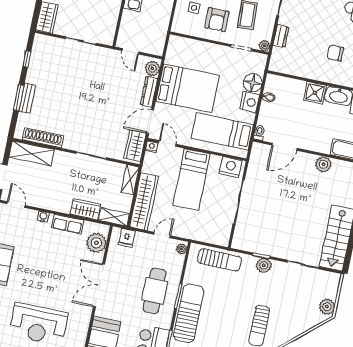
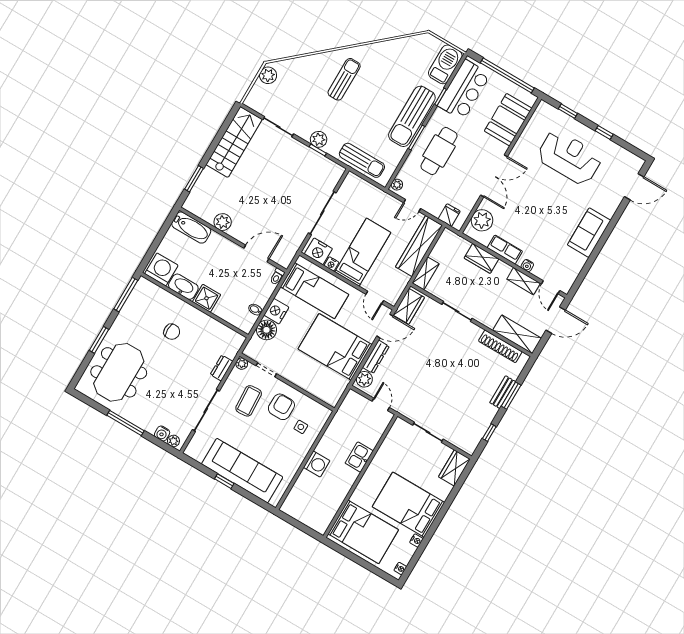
nightstand: (152, 147) -> (331, 264), moved
shelving: (114, 217) -> (524, 281), moved
sun lounger: (219, 260) -> (362, 160), turned 180

